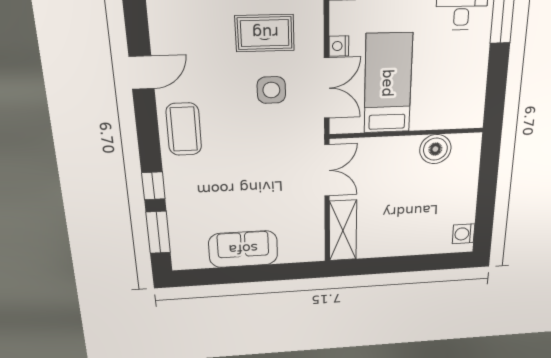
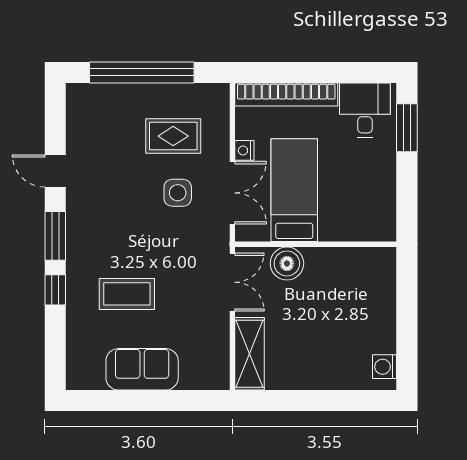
door: (142, 73) -> (55, 171), swing flipped
coffee table: (184, 129) -> (127, 294), moved, turned 90
boiler: (435, 149) -> (287, 263), moved
window: (158, 232) -> (55, 236), moved

